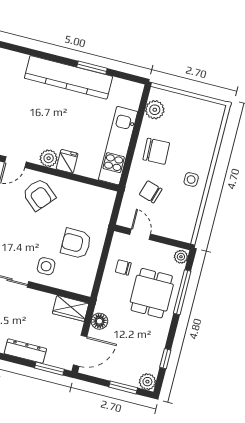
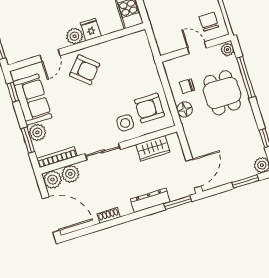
chair: (151, 192) -> (209, 22), moved, turned 73
door: (140, 234) -> (197, 48), moved
armchair: (76, 243) -> (149, 108), moved
wardrobe: (71, 308) -> (153, 148), moved
floor lamp: (99, 321) -> (185, 109), moved

